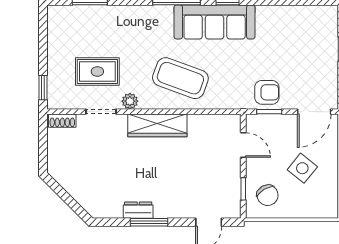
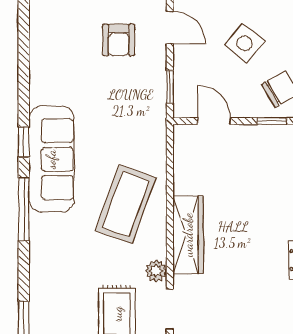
armchair: (267, 92) -> (119, 40), moved, turned 180
door: (314, 112) -> (170, 27), width x0.73
door: (243, 145) -> (214, 121), hinge flipped

